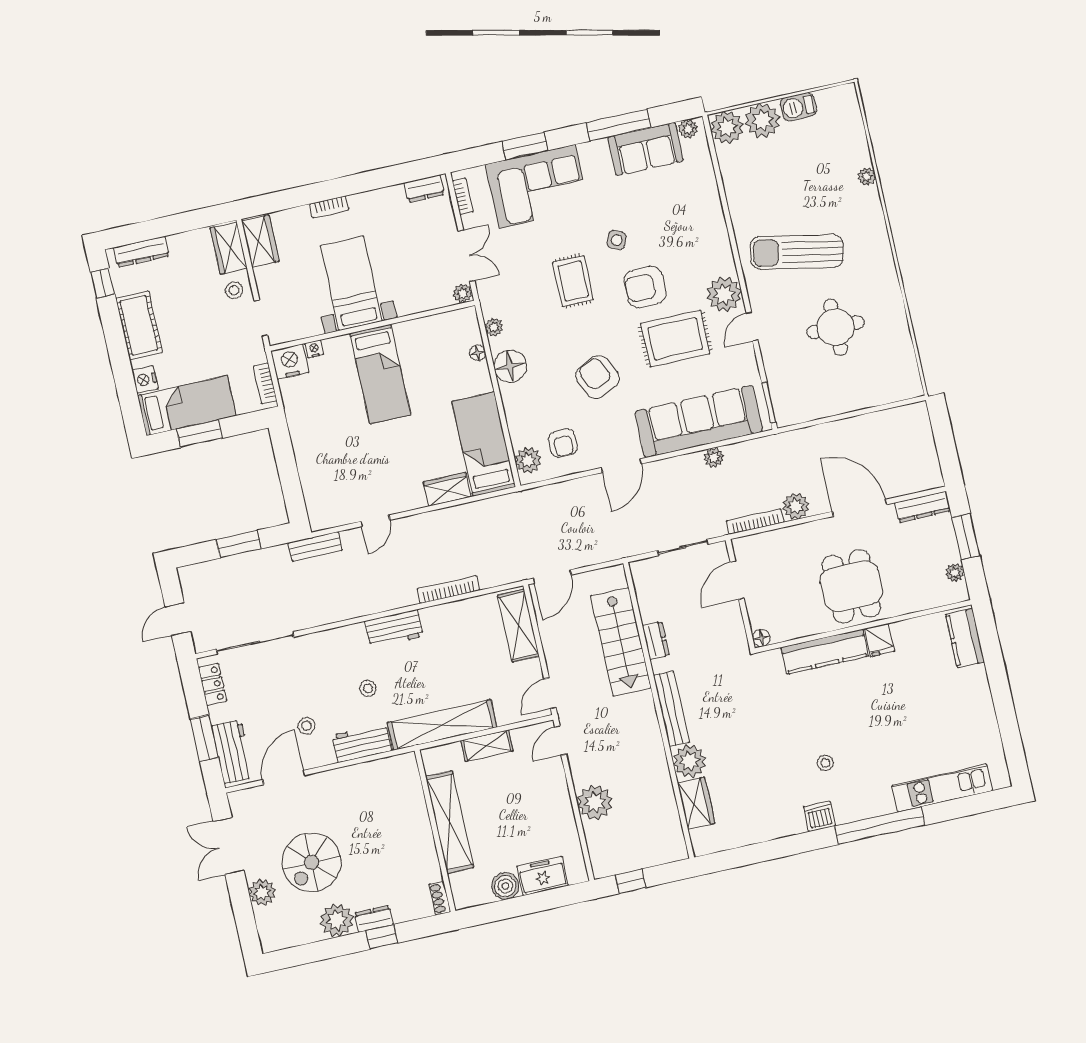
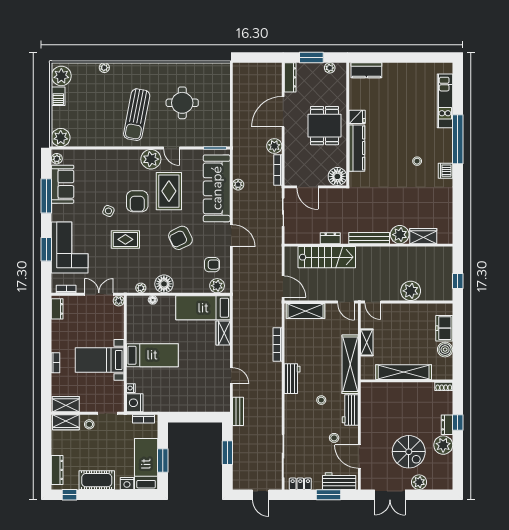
plant: (762, 121) -> (61, 76), moved
dining table: (851, 586) -> (324, 126), turned 90
floor lamp: (761, 638) -> (337, 176), width x1.89, depth x1.89

